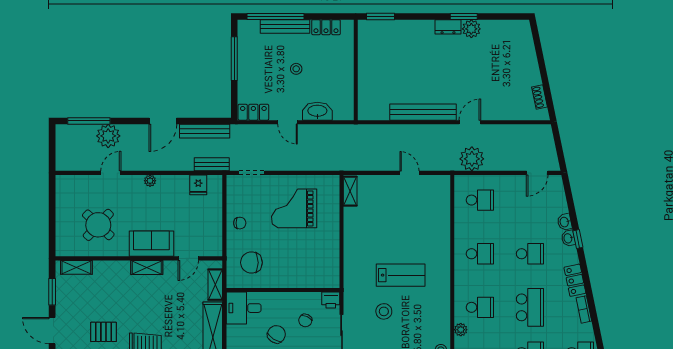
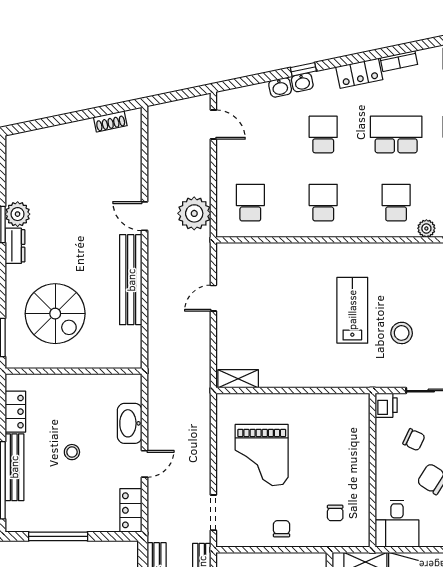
spiral stairs: (398, 56) -> (55, 314), added
chair: (251, 263) -> (335, 513), width x0.54, depth x0.54

